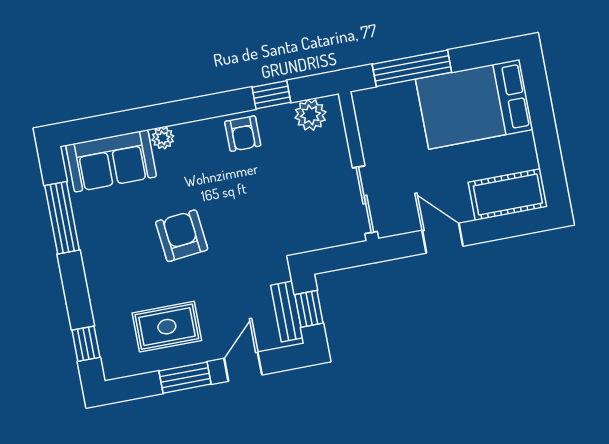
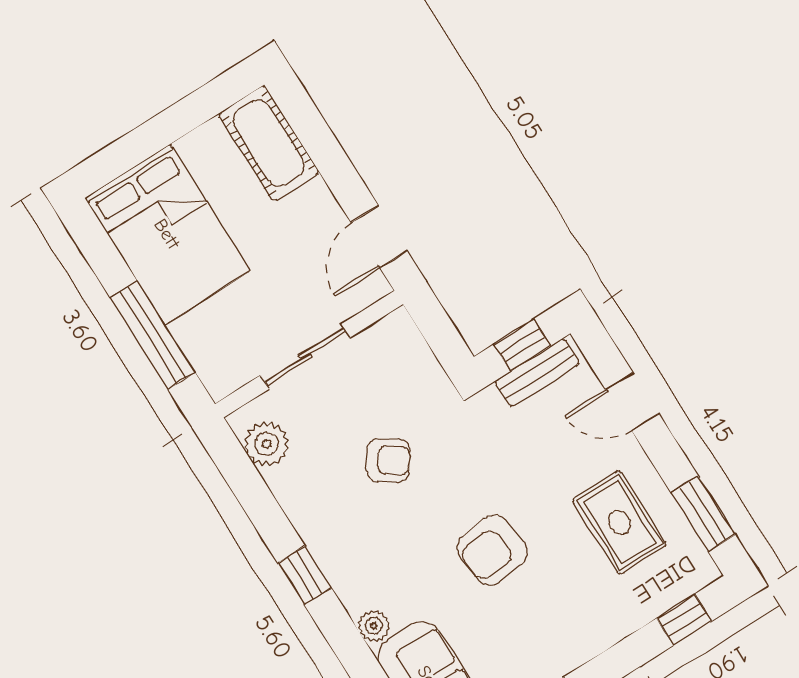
window: (271, 95) -> (305, 575), moved
armchair: (243, 134) -> (388, 460), moved, turned 34
sliding door: (365, 200) -> (305, 356), moved
door: (443, 238) -> (379, 237), moved
window: (185, 378) -> (703, 514), moved

